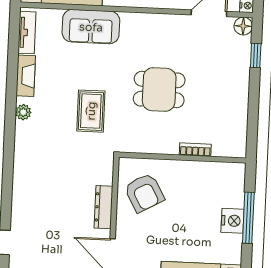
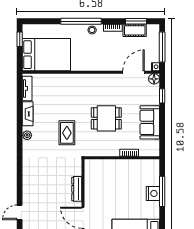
sofa: (91, 27) -> (150, 122), moved, turned 90
armchair: (144, 193) -> (100, 179), removed

